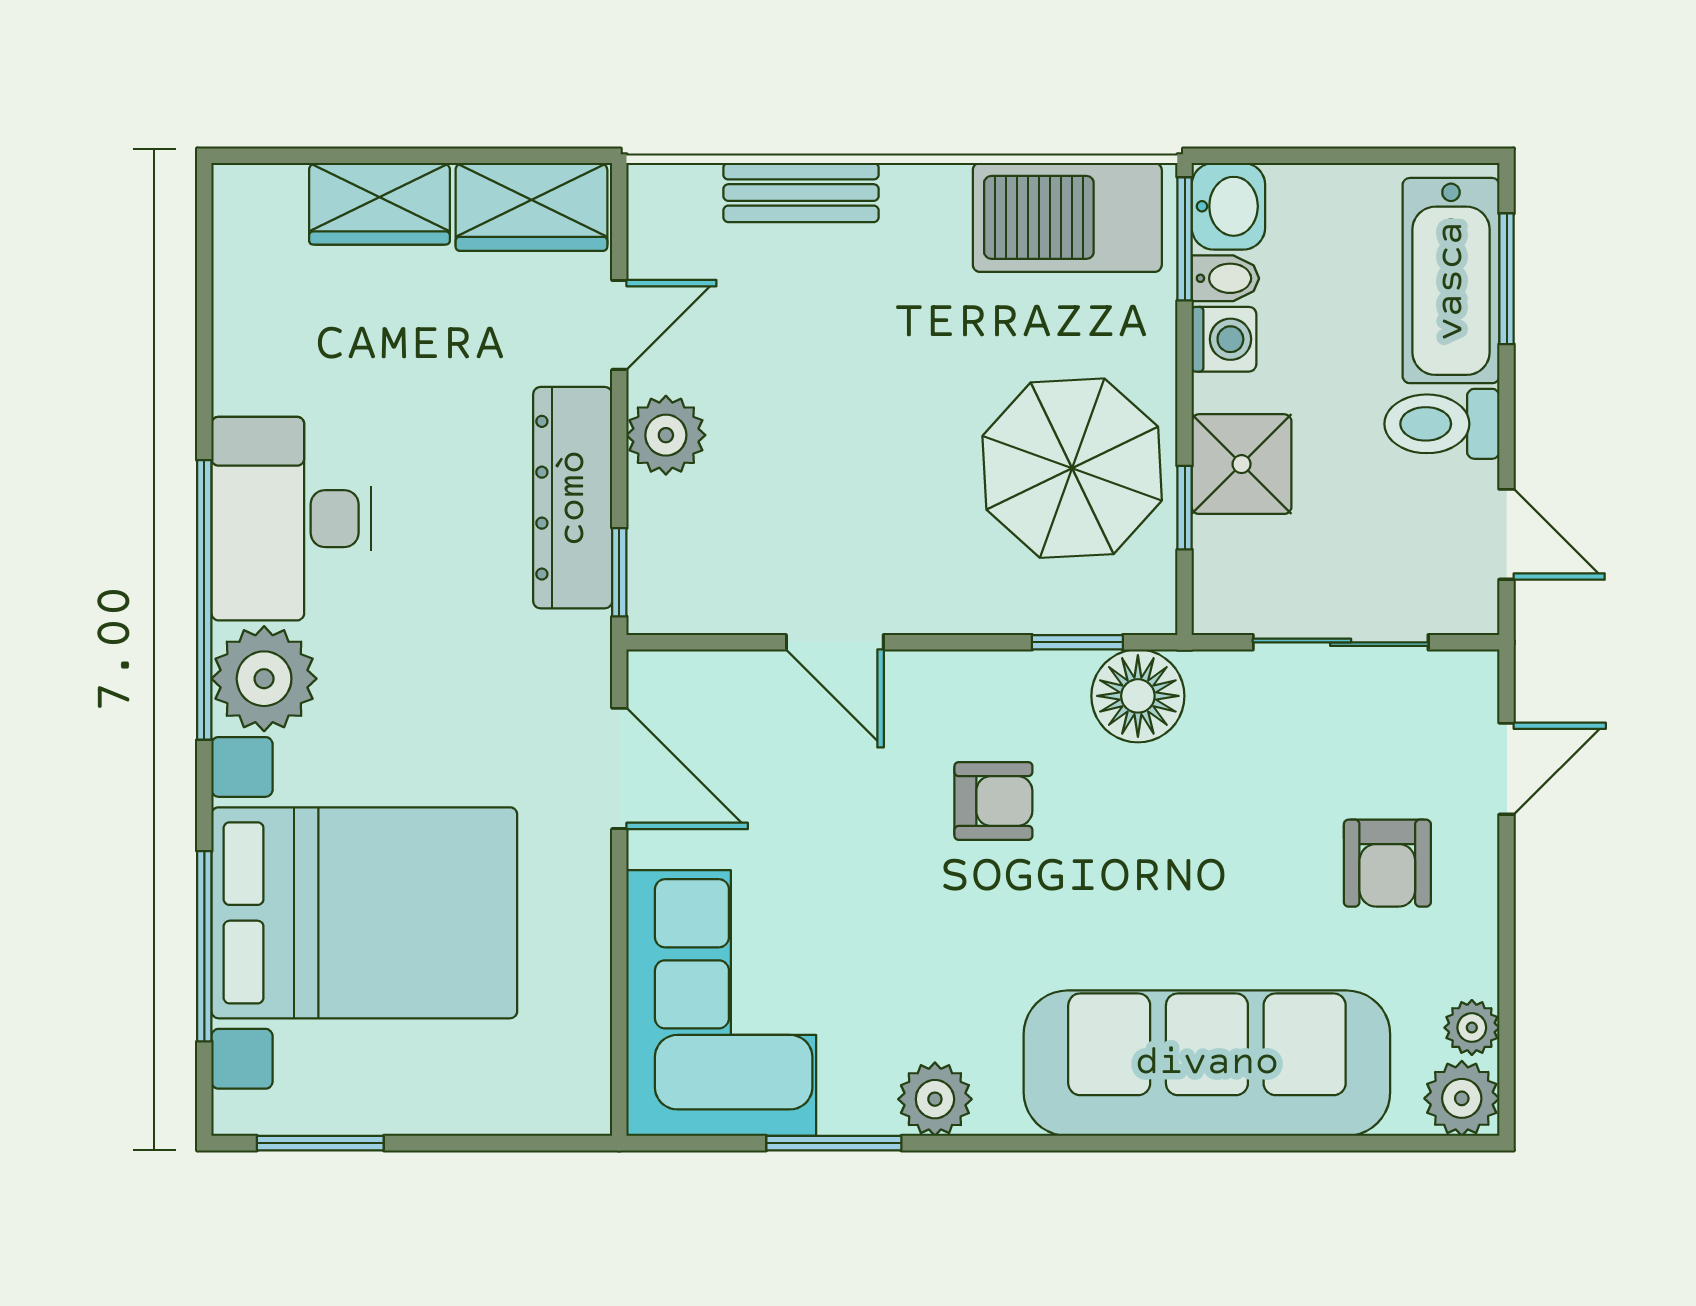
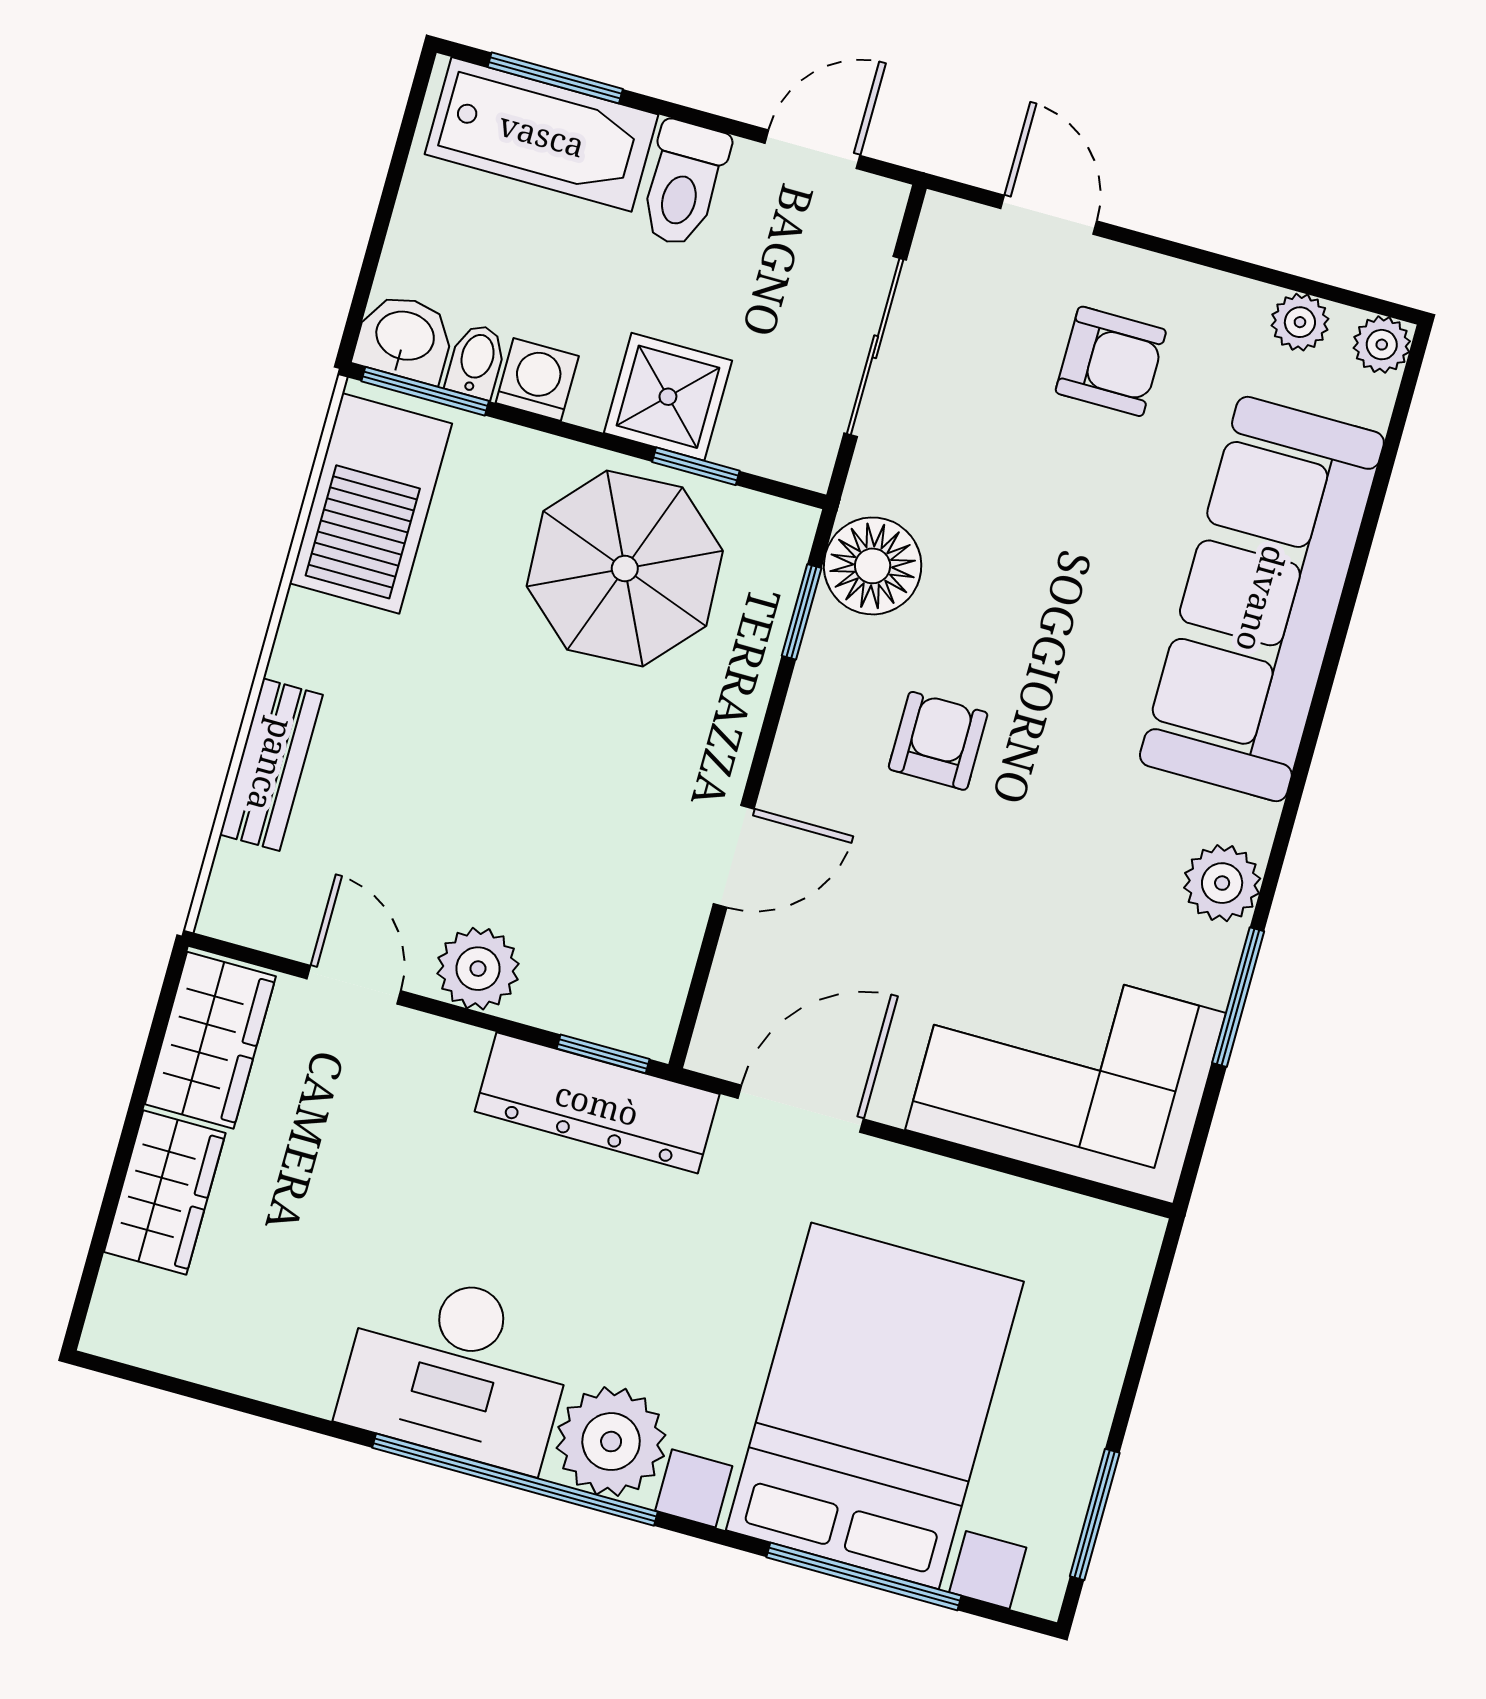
dresser: (573, 498) -> (597, 1103), moved
plant: (1462, 1098) -> (1382, 345), width x0.73, depth x0.73

